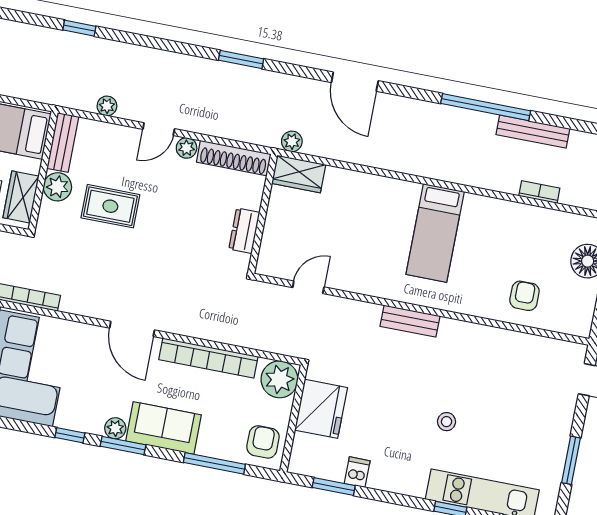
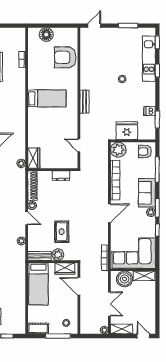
armchair: (524, 296) -> (65, 57), width x1.88, depth x1.88

